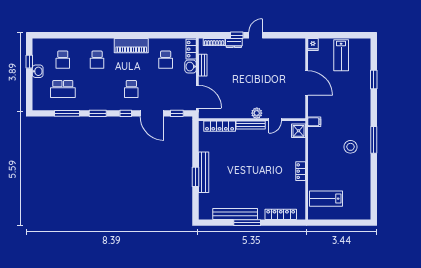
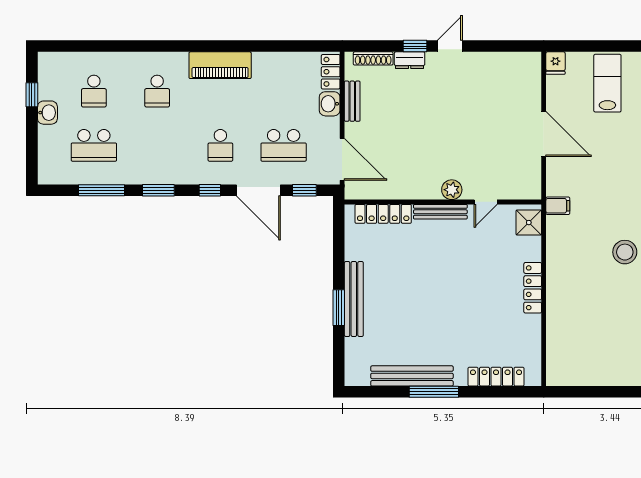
lab bench: (341, 55) -> (607, 83), turned 180
school desk: (166, 60) -> (284, 145), moved, width x1.85
locker: (301, 171) -> (533, 288), width x1.53
lab bench: (326, 199) -> (580, 348), removed

